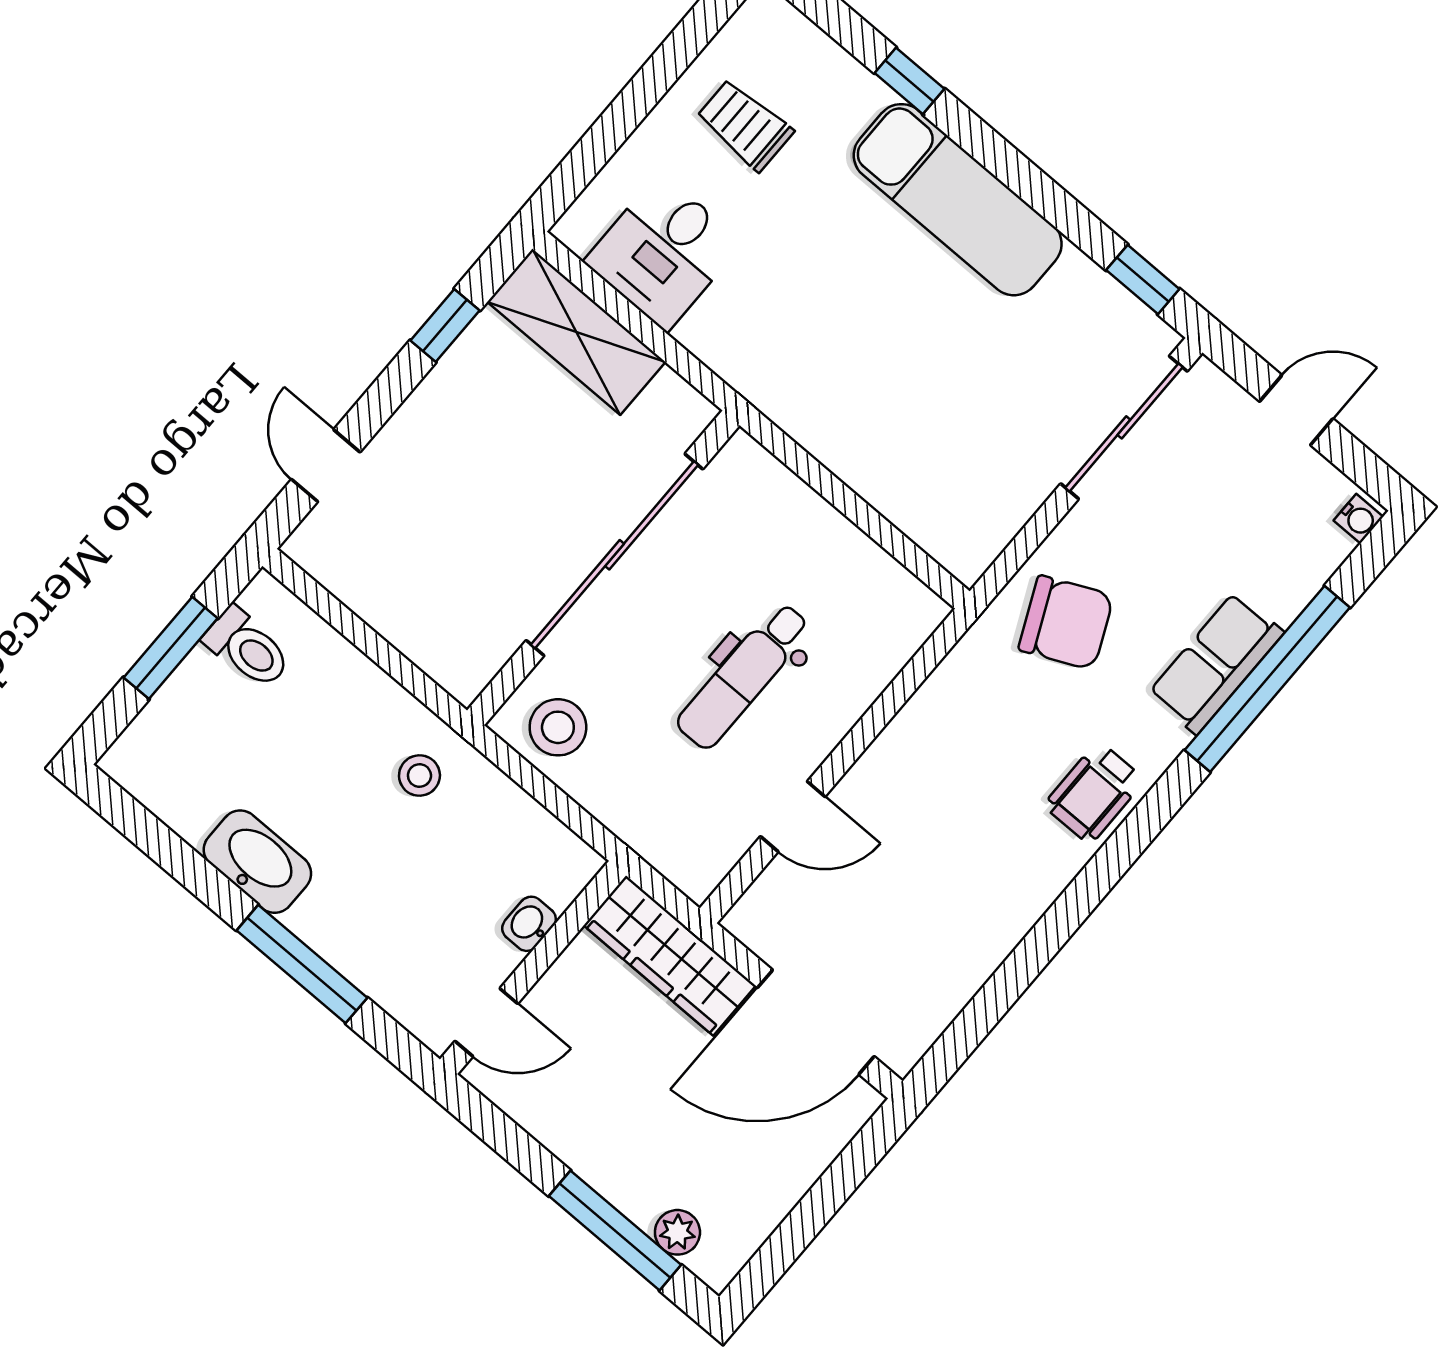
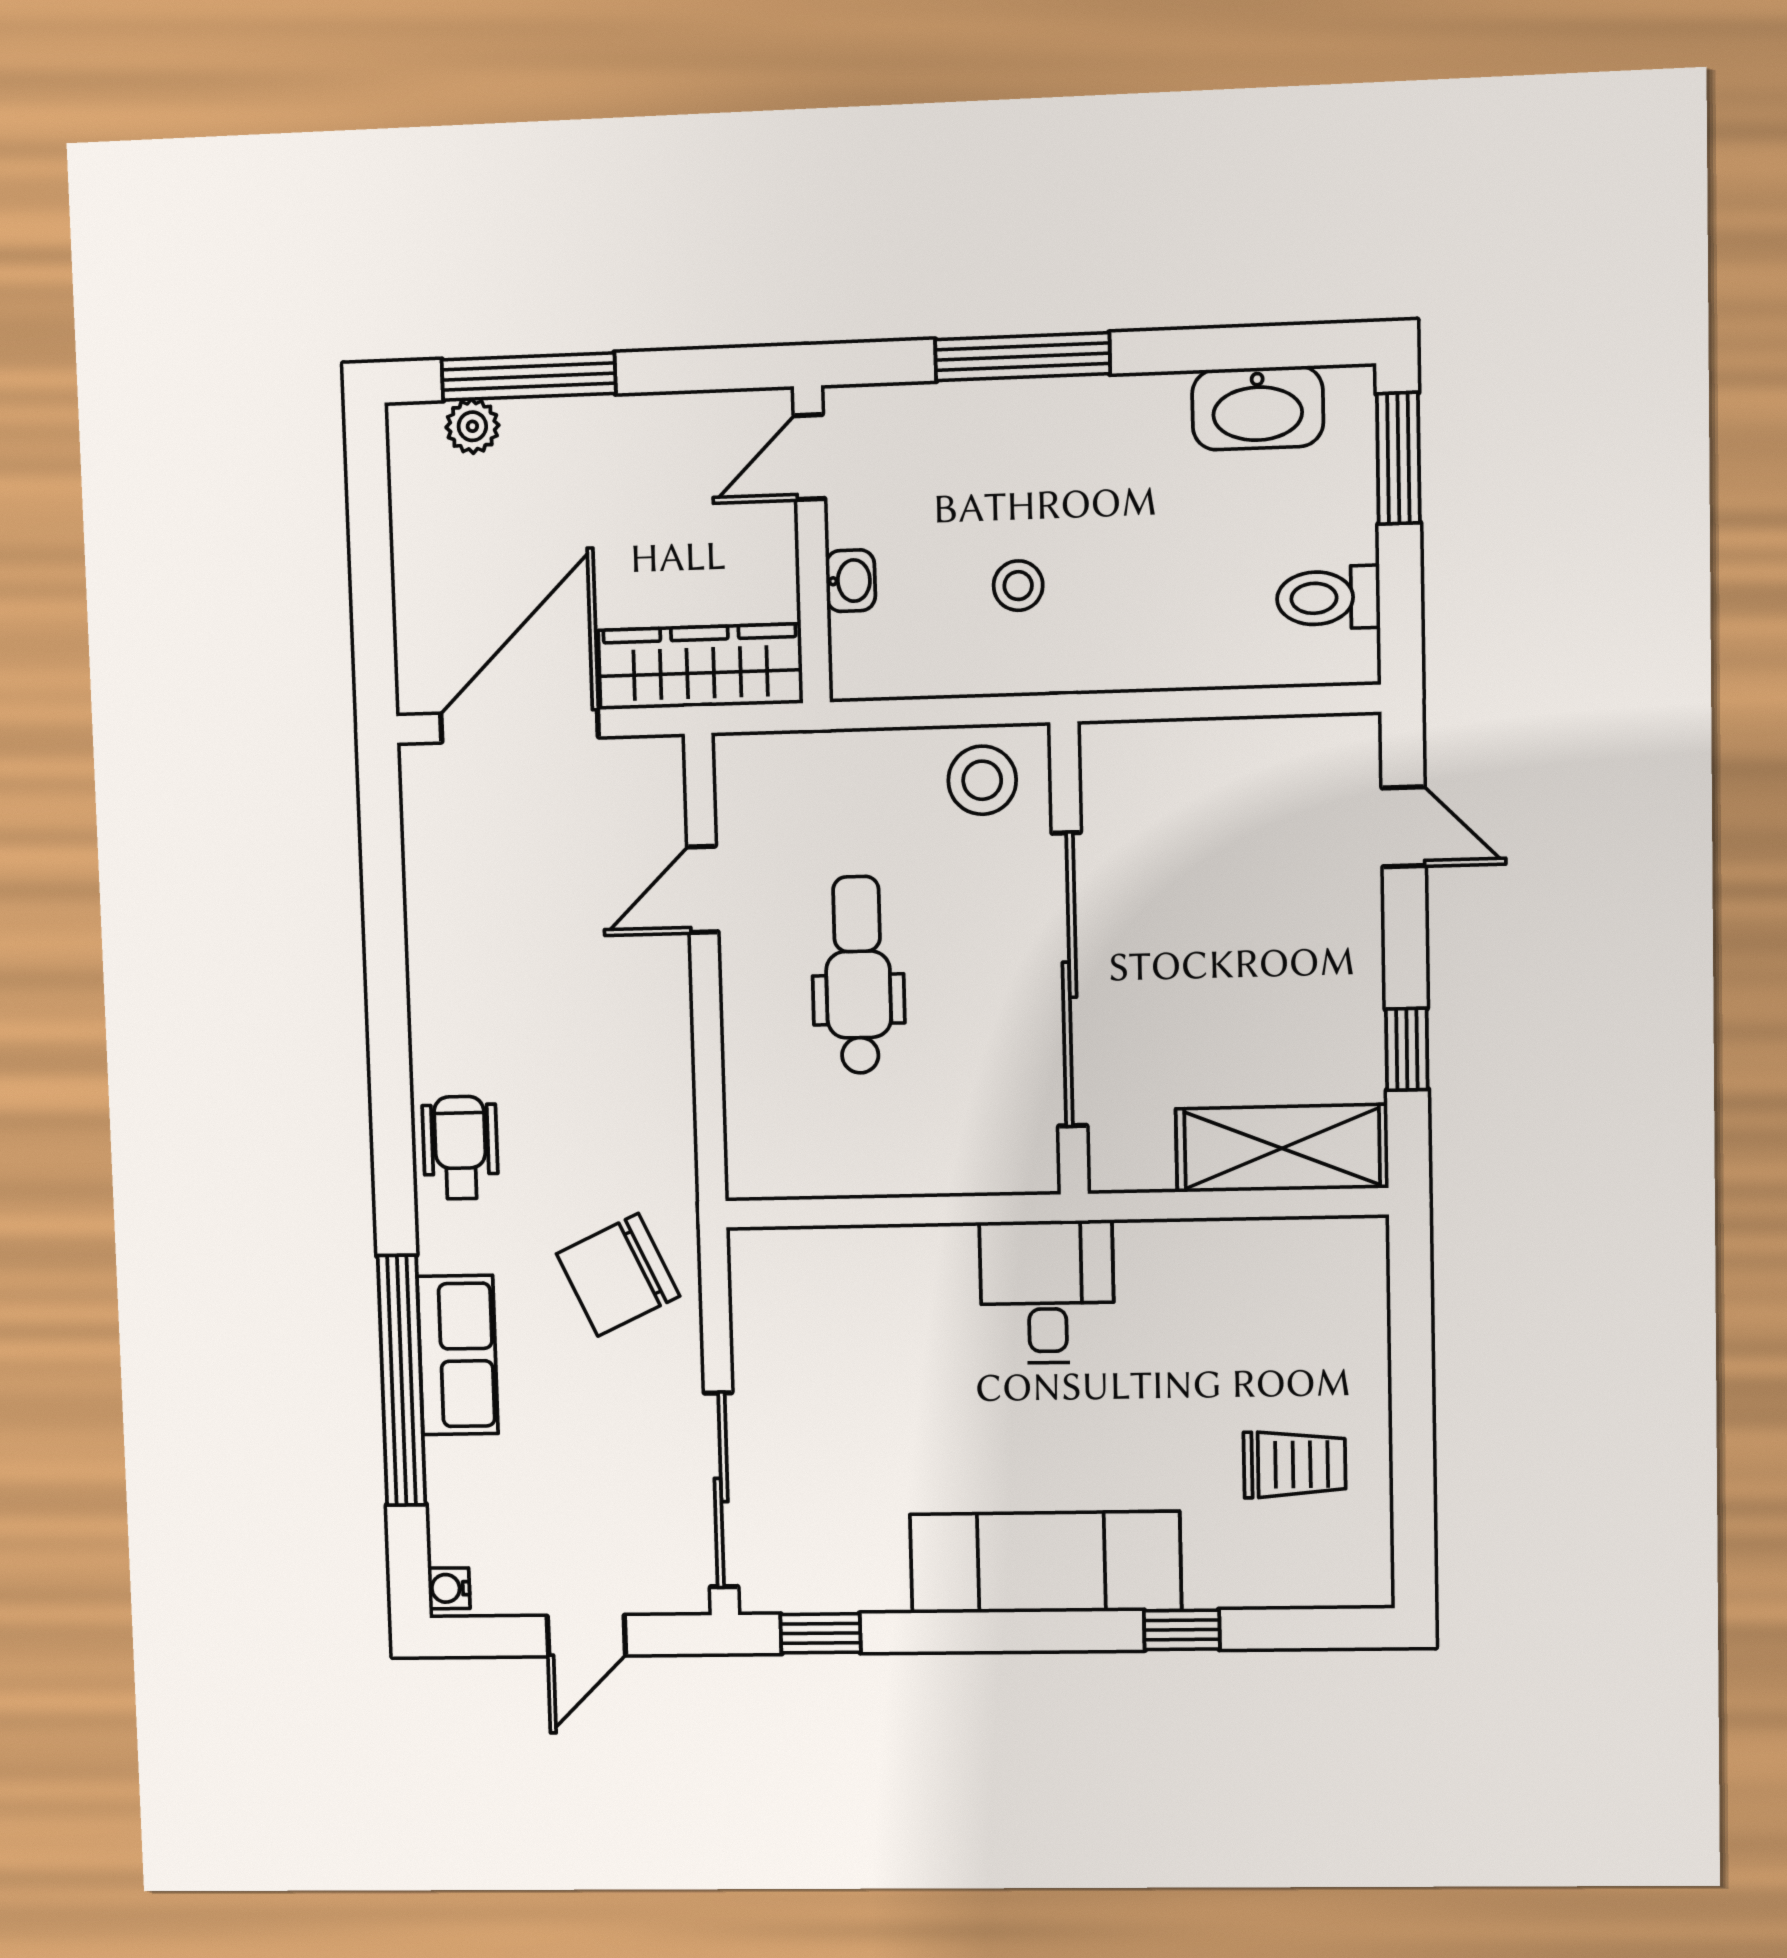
desk: (663, 252) -> (1047, 1292), moved
window: (171, 648) -> (1398, 458), moved
stool: (419, 775) -> (1018, 586), moved
washbasin: (257, 862) -> (1258, 408), moved

